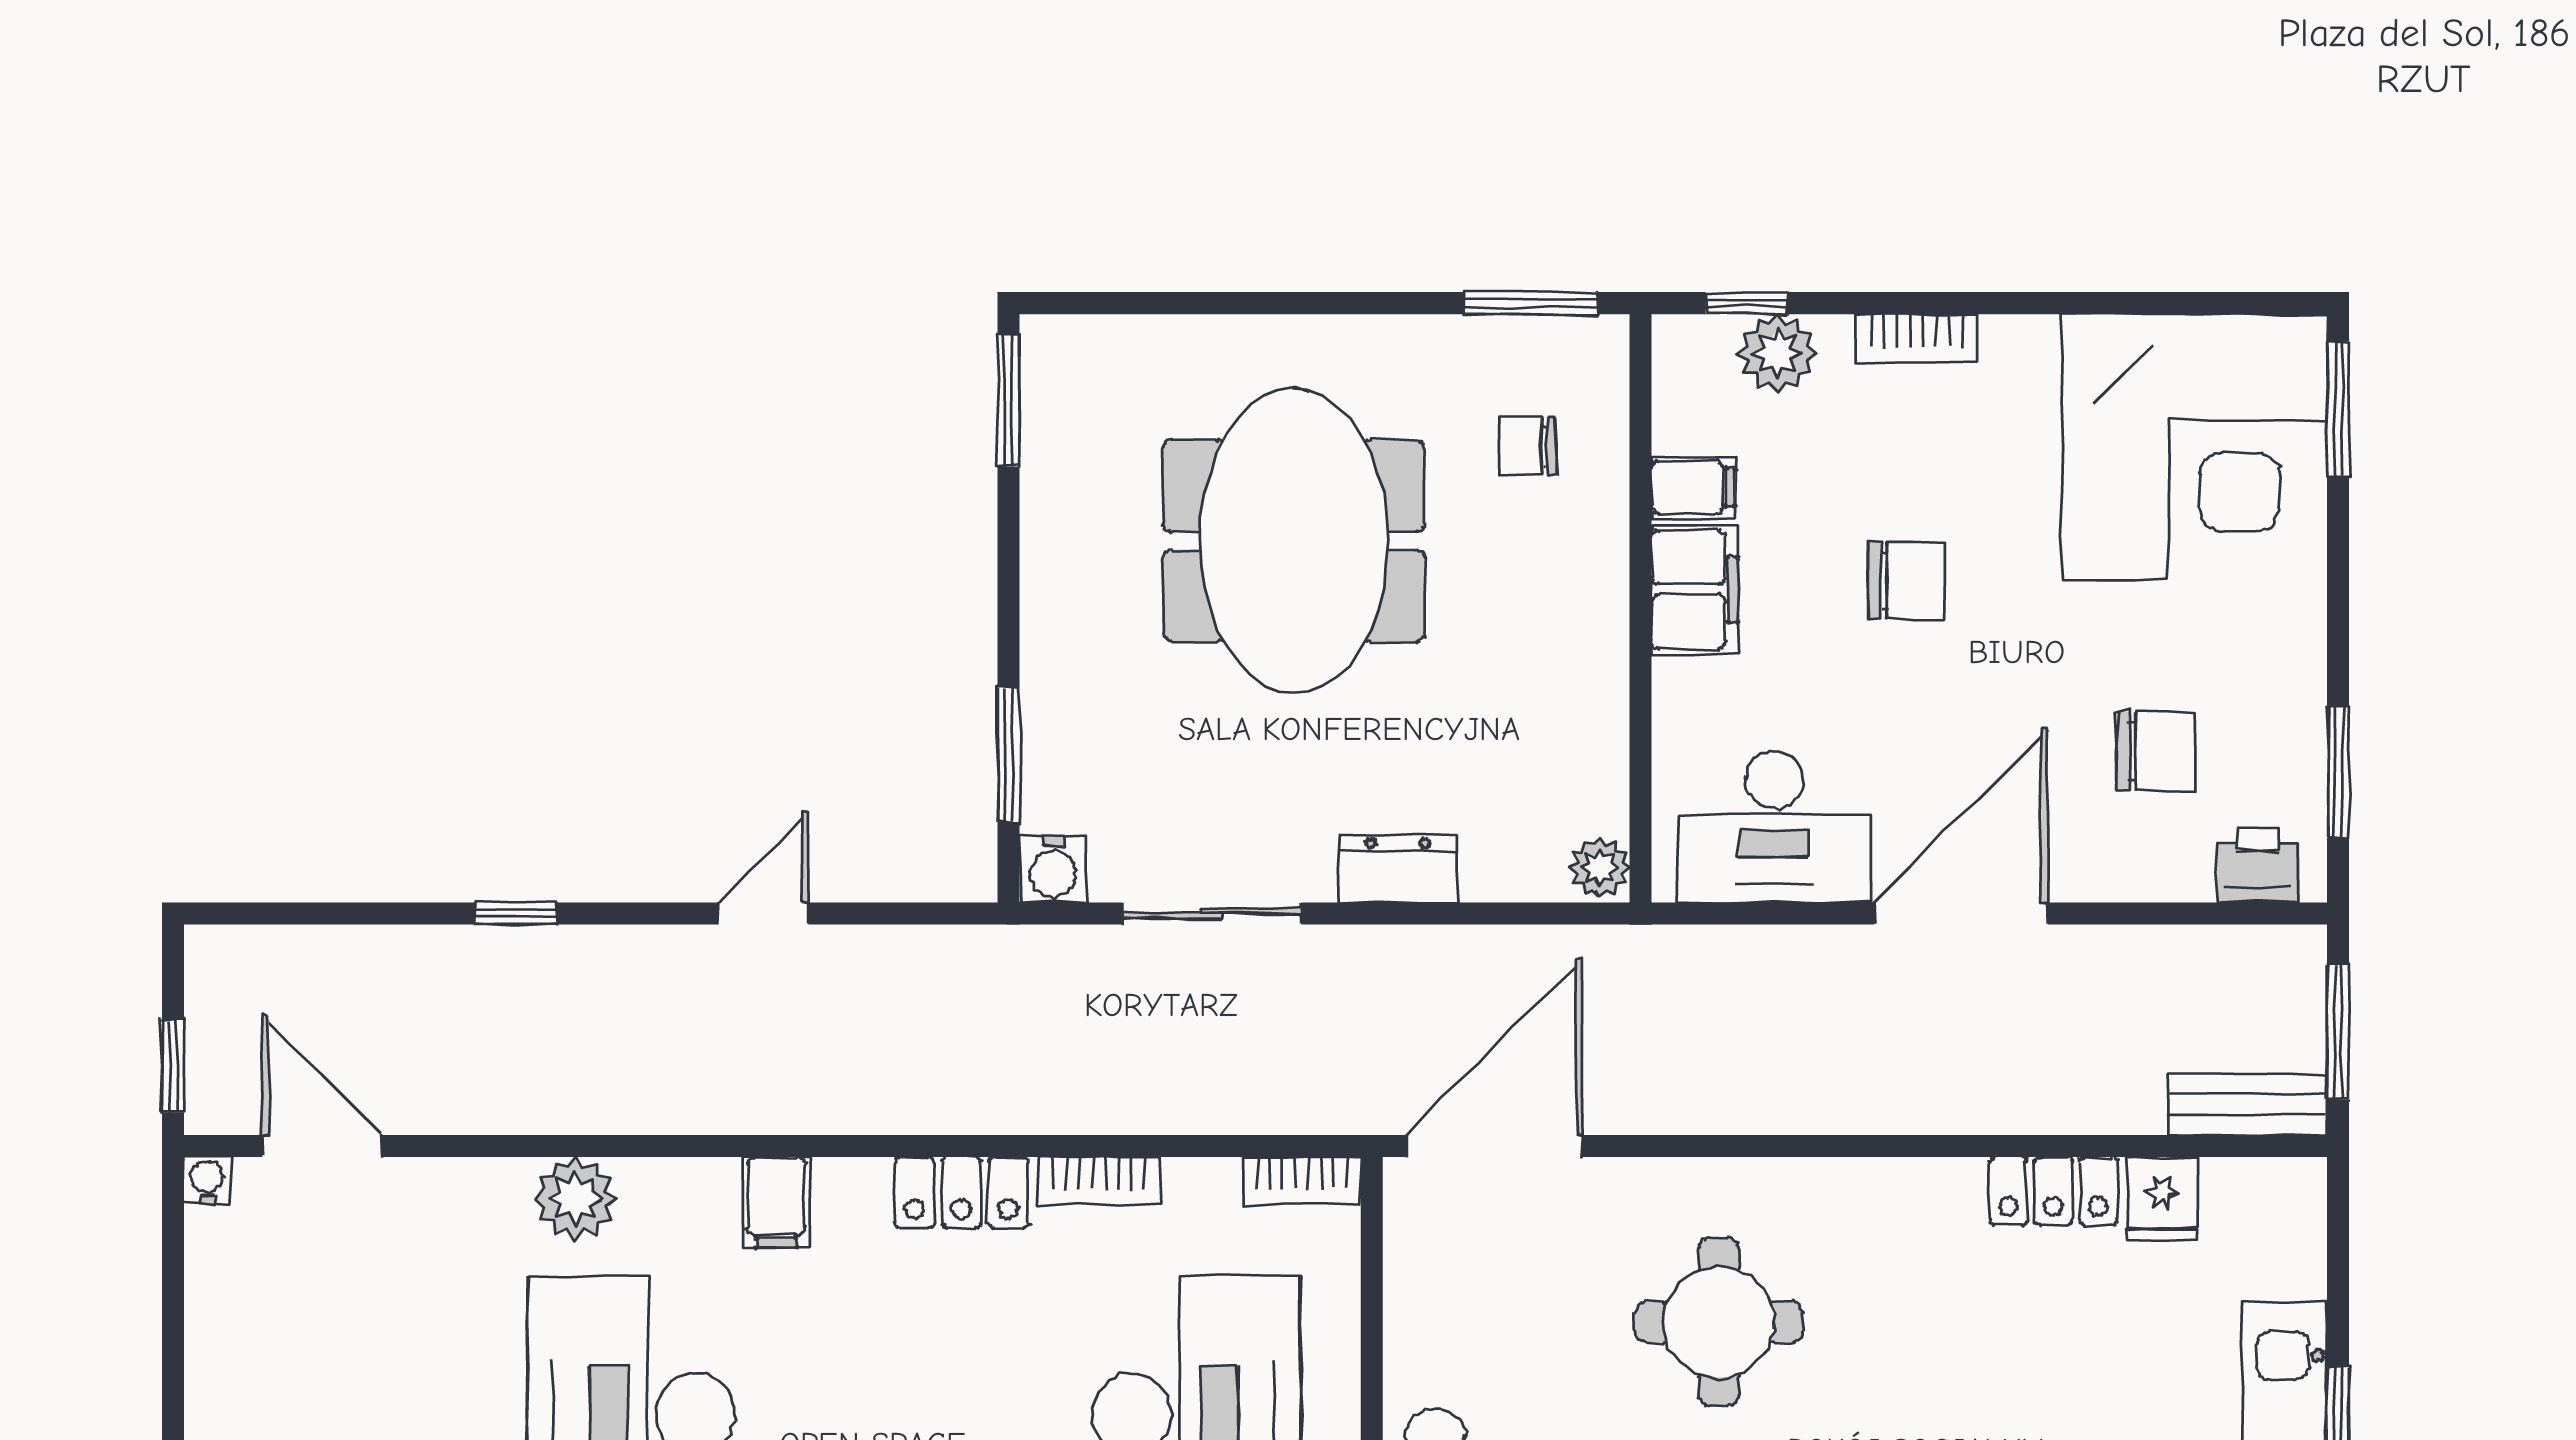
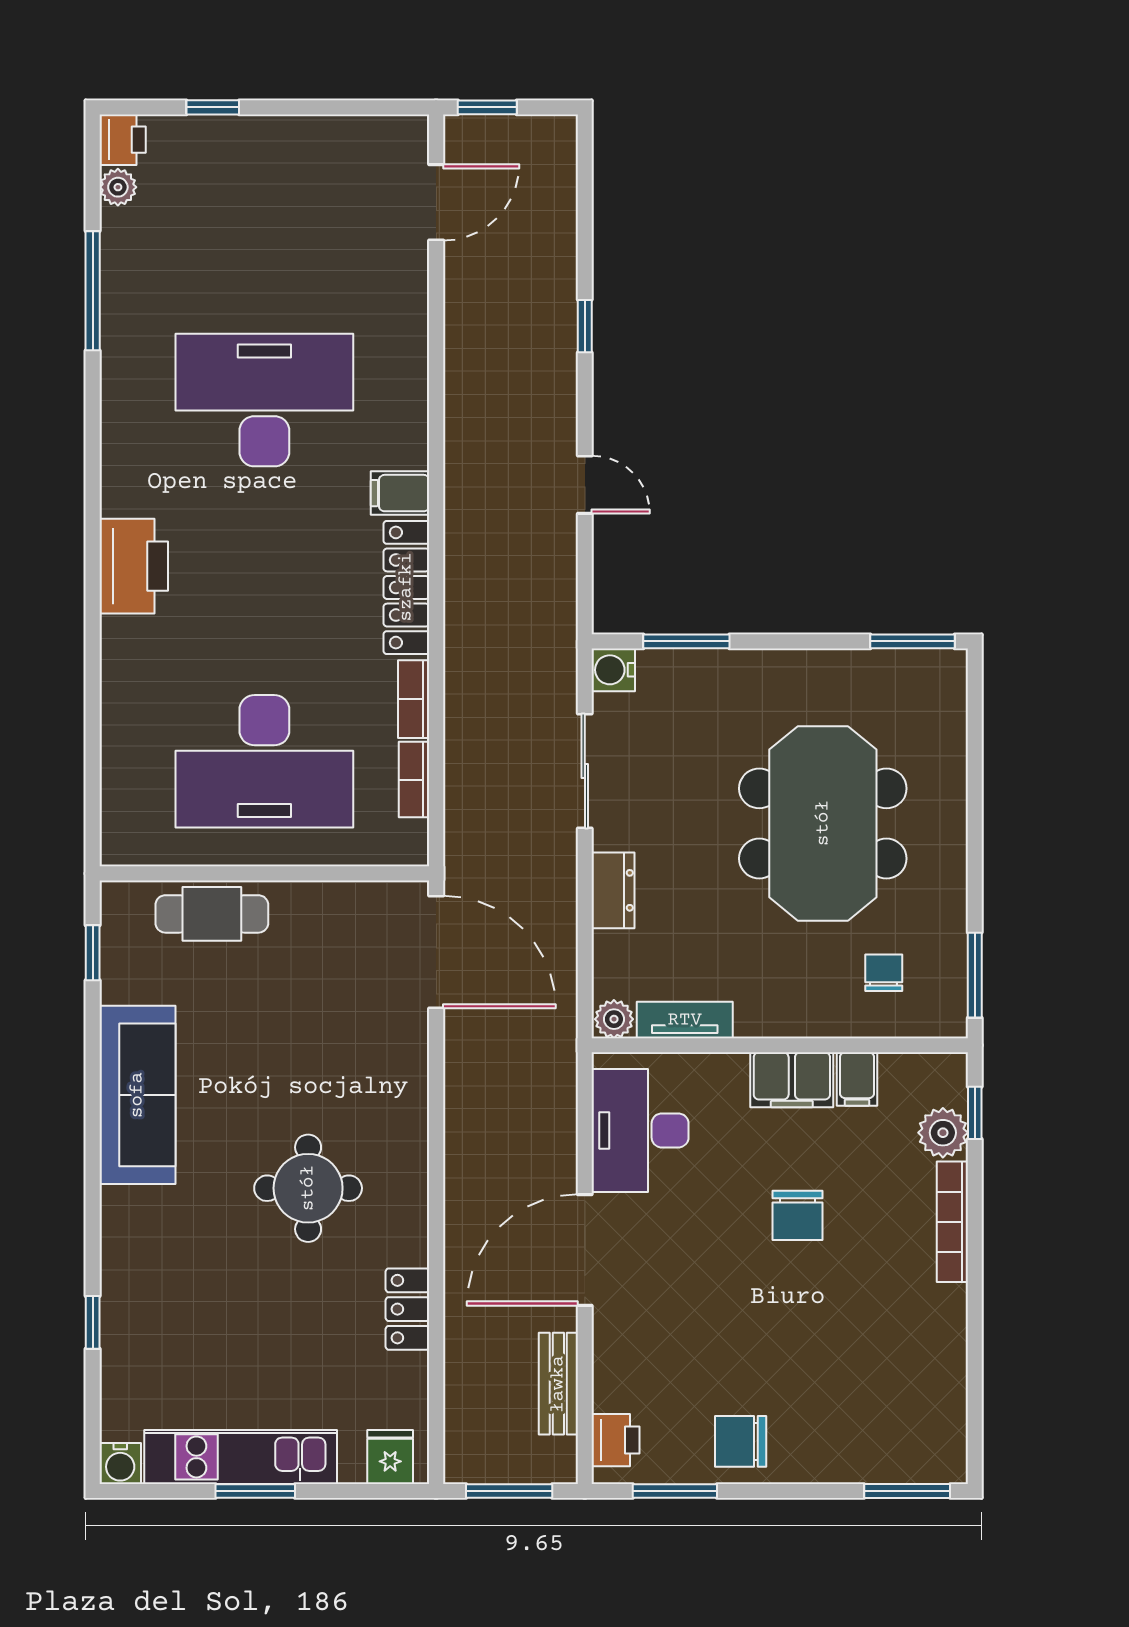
bookcase: (1917, 338) -> (952, 1222), width x1.56
corner desk: (2195, 447) -> (883, 1399), removed
meeting table: (1293, 541) -> (823, 823), turned 90
chair: (2156, 752) -> (741, 1441), moved, turned 90
tv unit: (1601, 757) -> (685, 1020), added
door: (1961, 913) -> (585, 1250), swing flipped
bench: (2247, 1105) -> (558, 1384), moved
water cooler: (207, 1180) -> (414, 129), removed
bookcase: (1302, 1180) -> (414, 780), moved
locker: (961, 1192) -> (406, 587), width x1.53
plant: (576, 1198) -> (403, 365), removed
fridge: (2162, 1199) -> (390, 1457), moved, turned 90
round table: (1719, 1322) -> (308, 1188), moved

